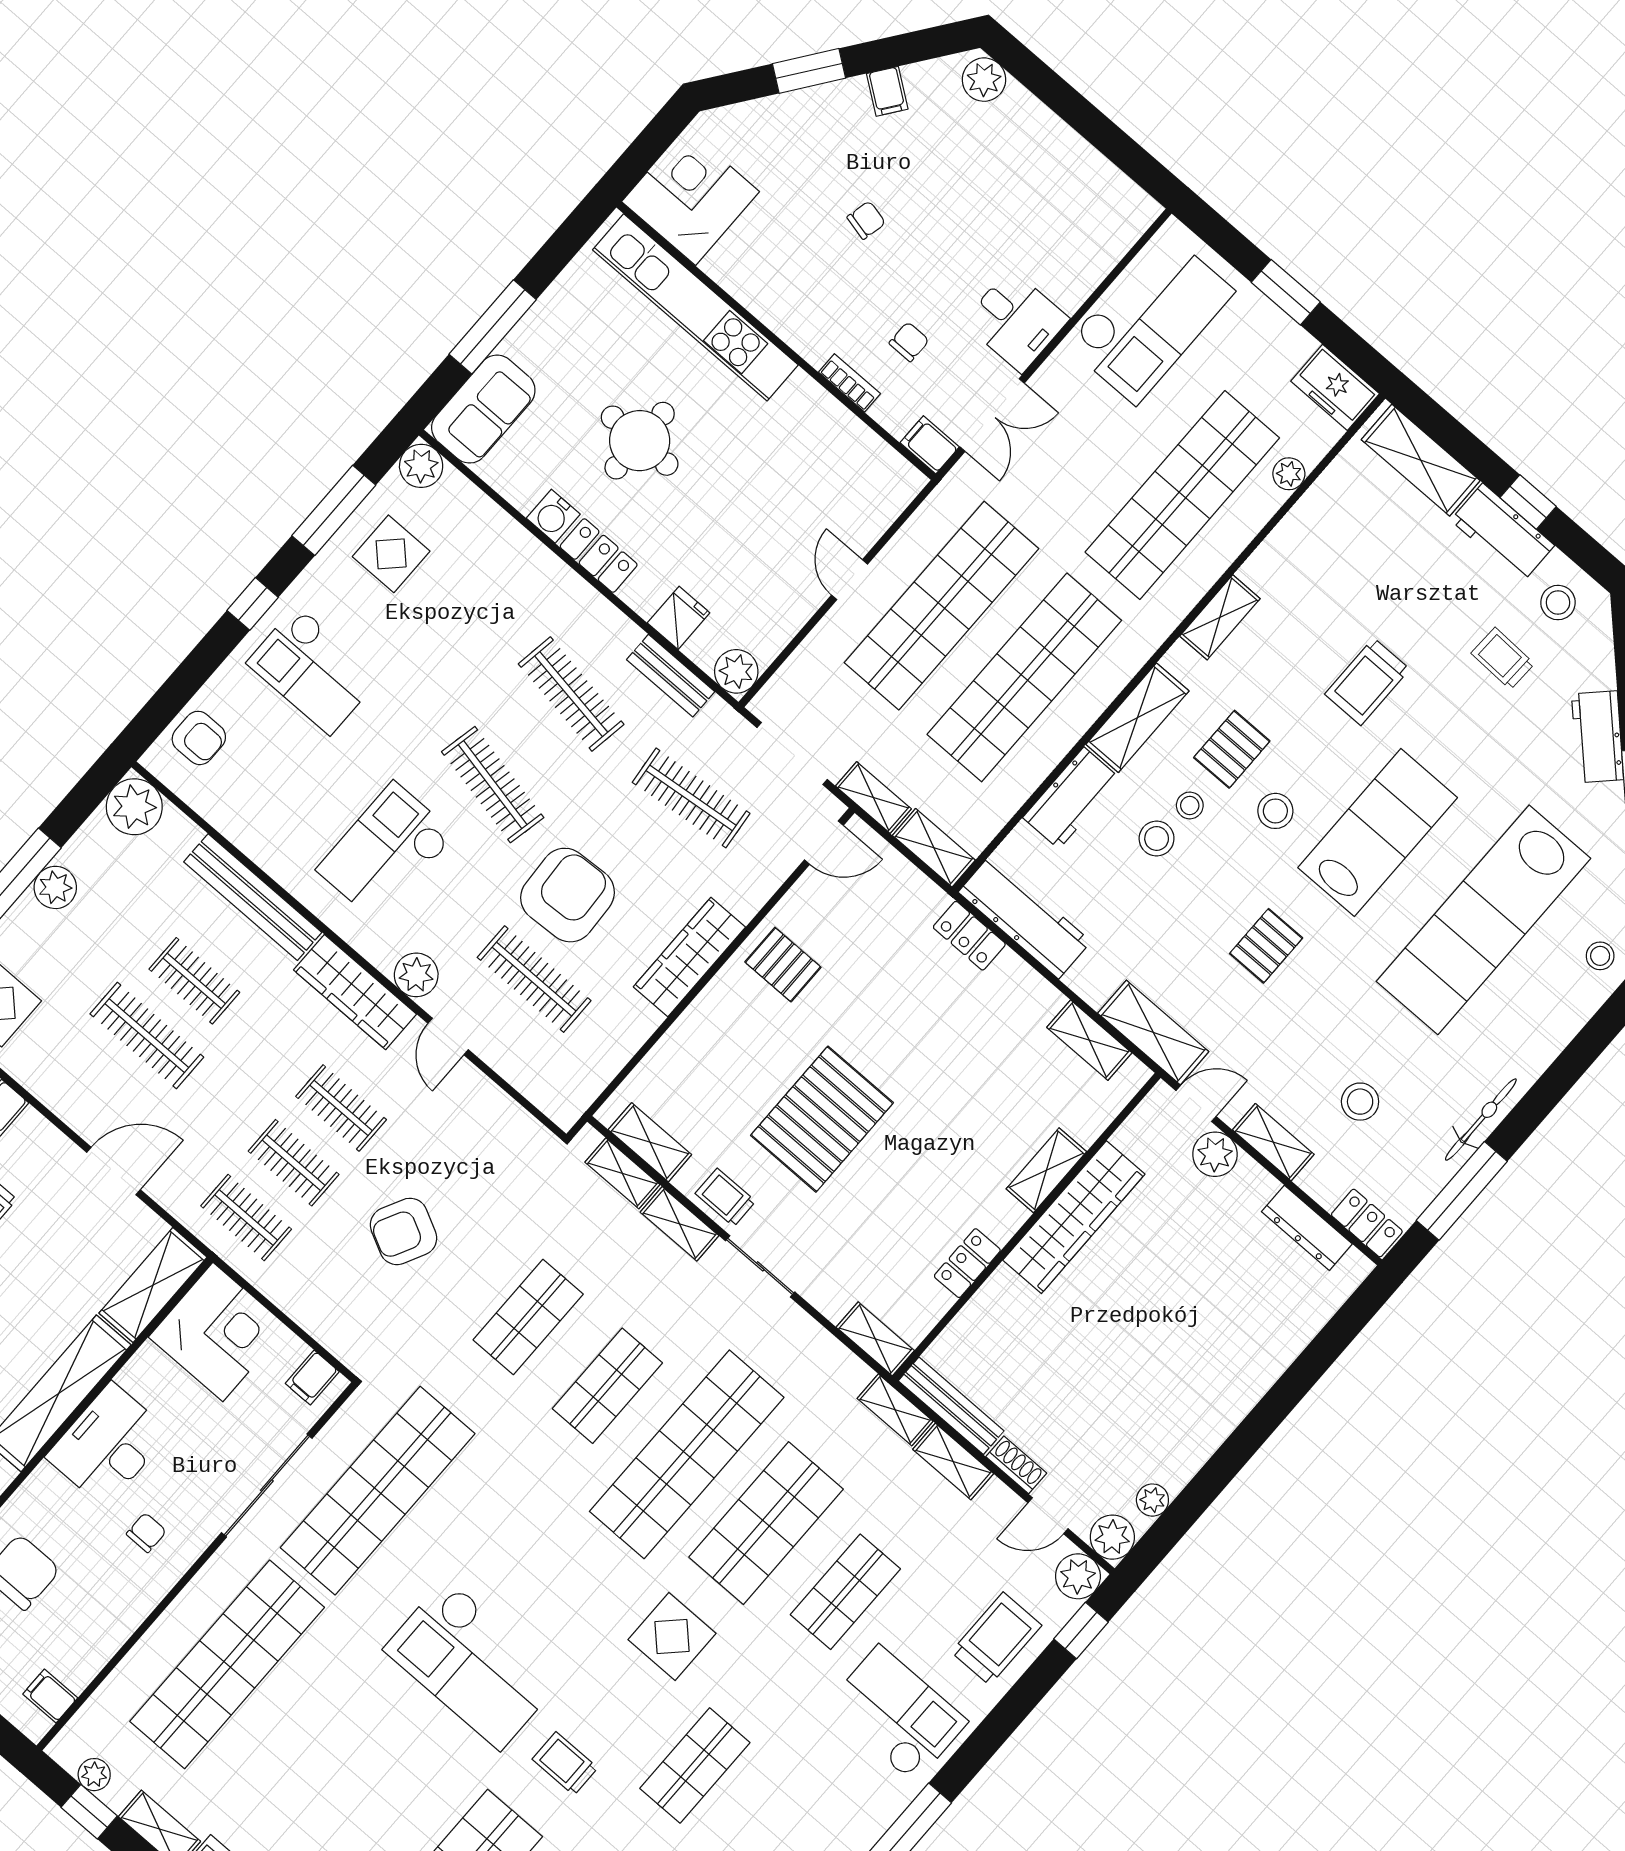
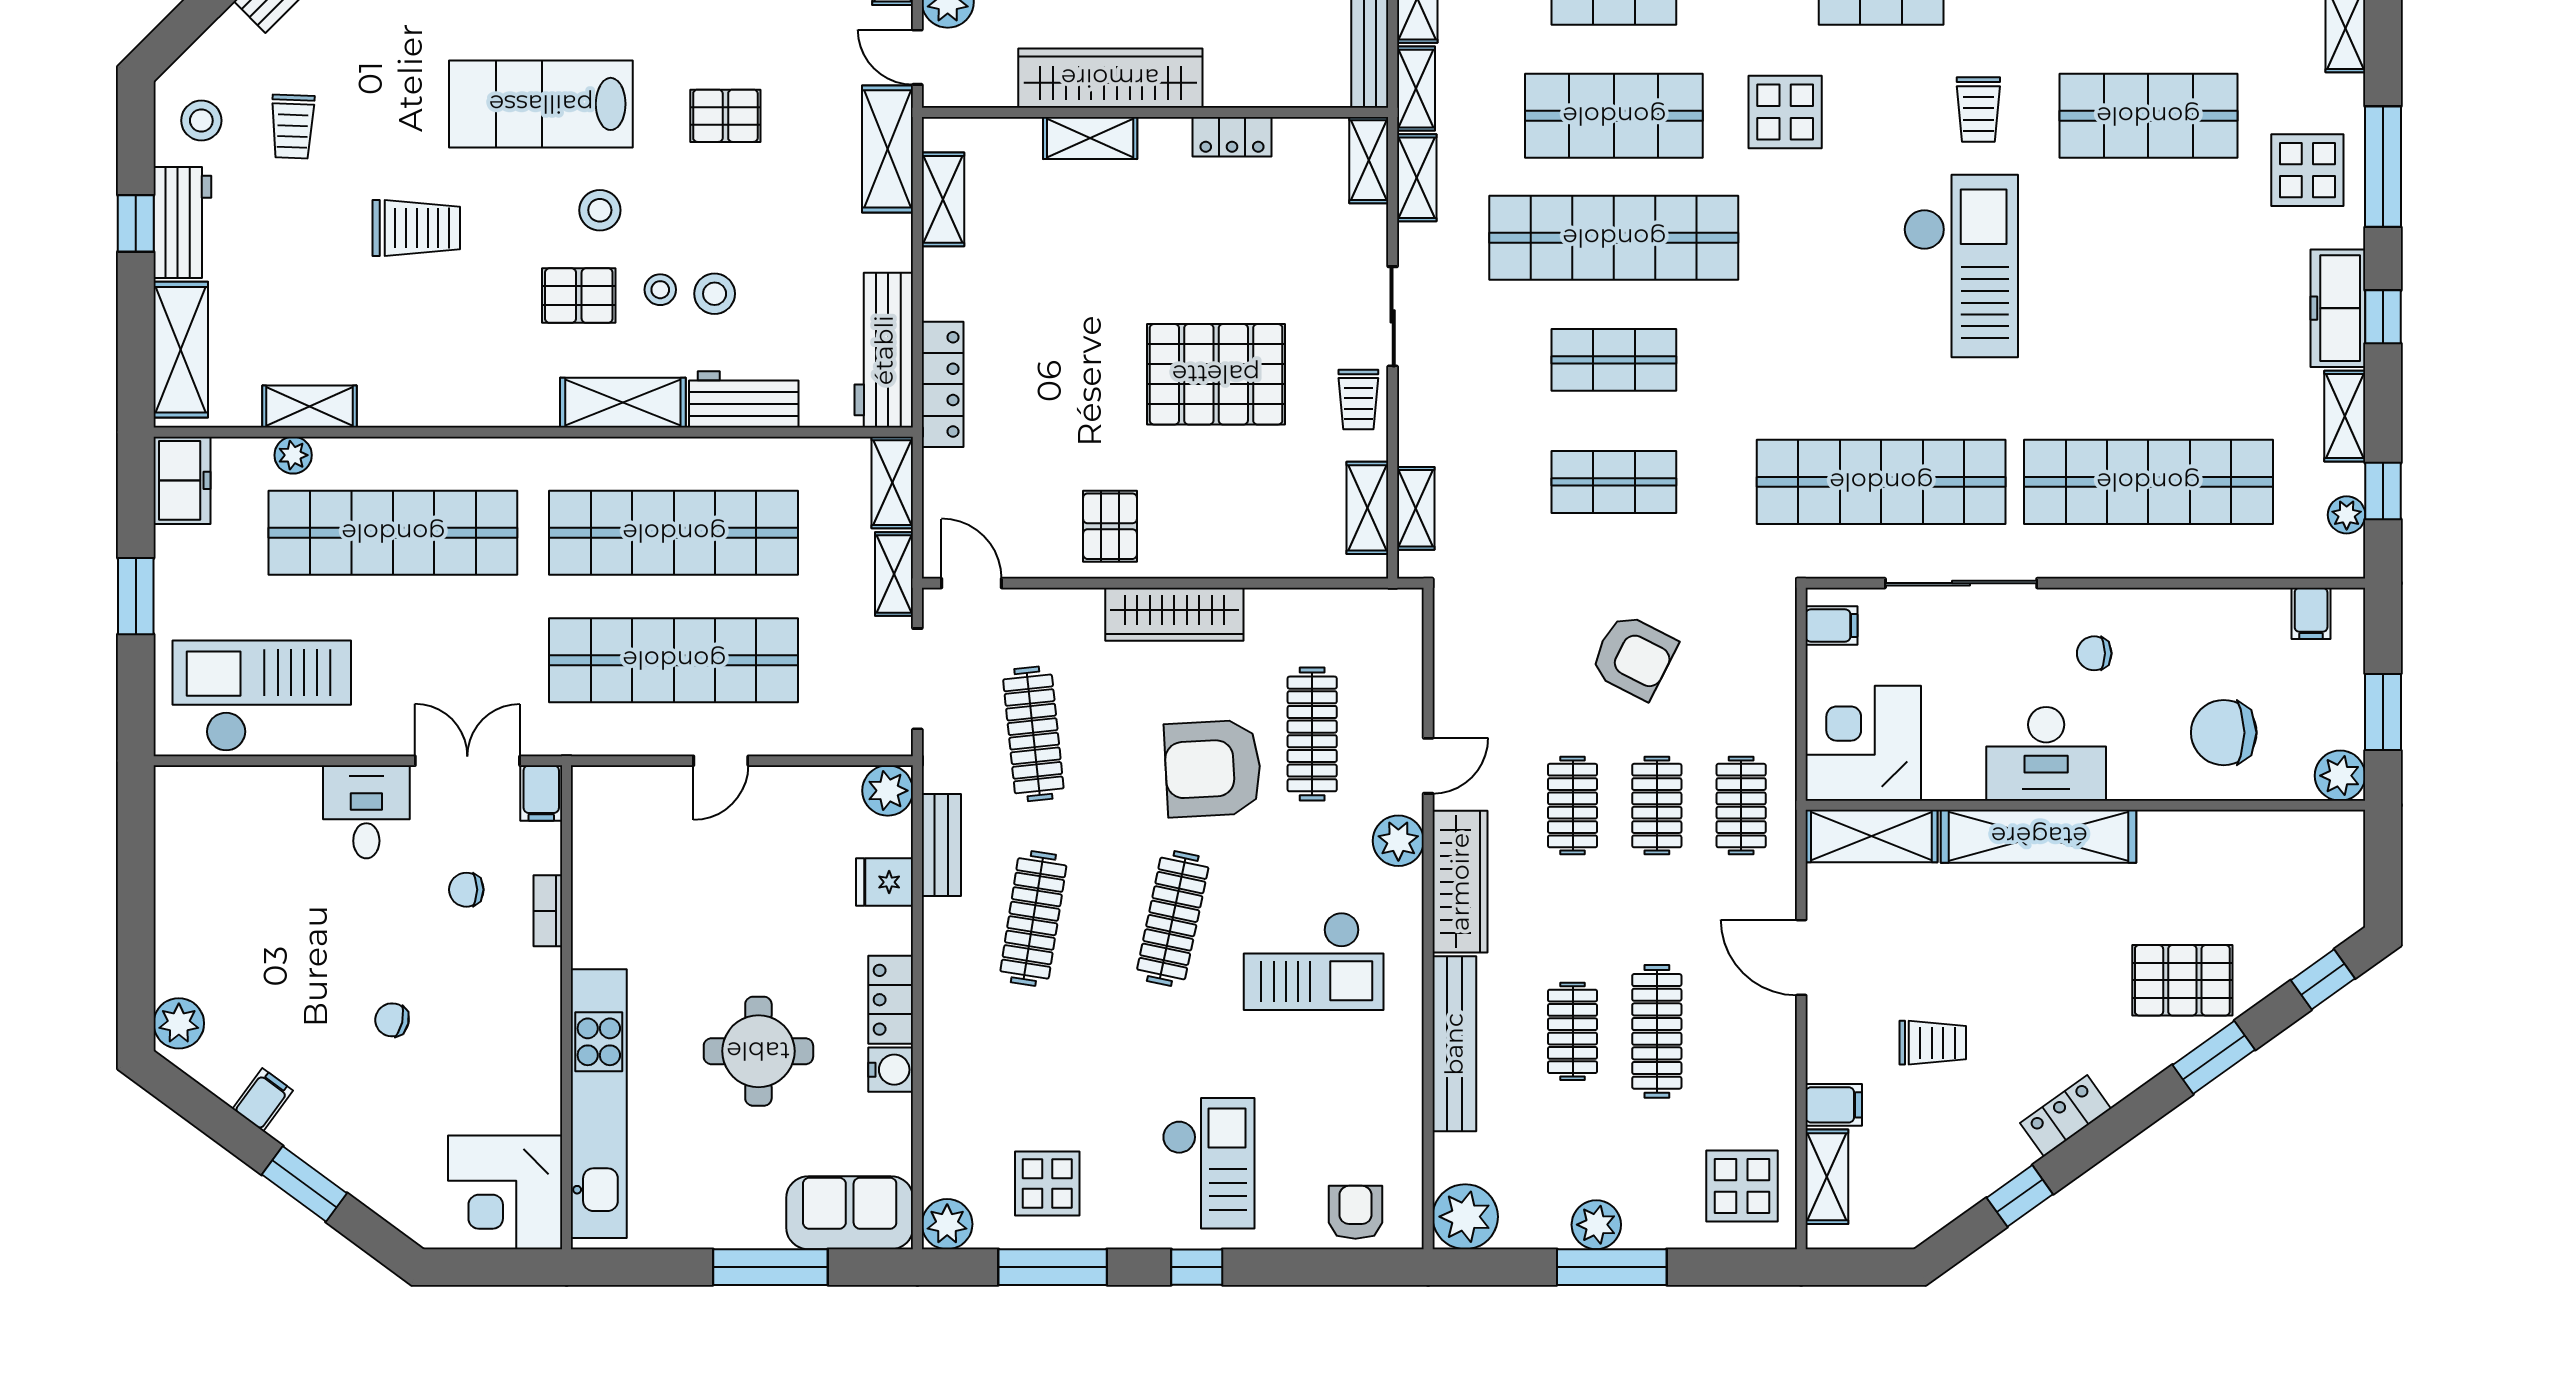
shelving: (1220, 617) -> (310, 406), moved
locker: (969, 936) -> (943, 384), width x1.53
shelving: (679, 1224) -> (1417, 178), moved

